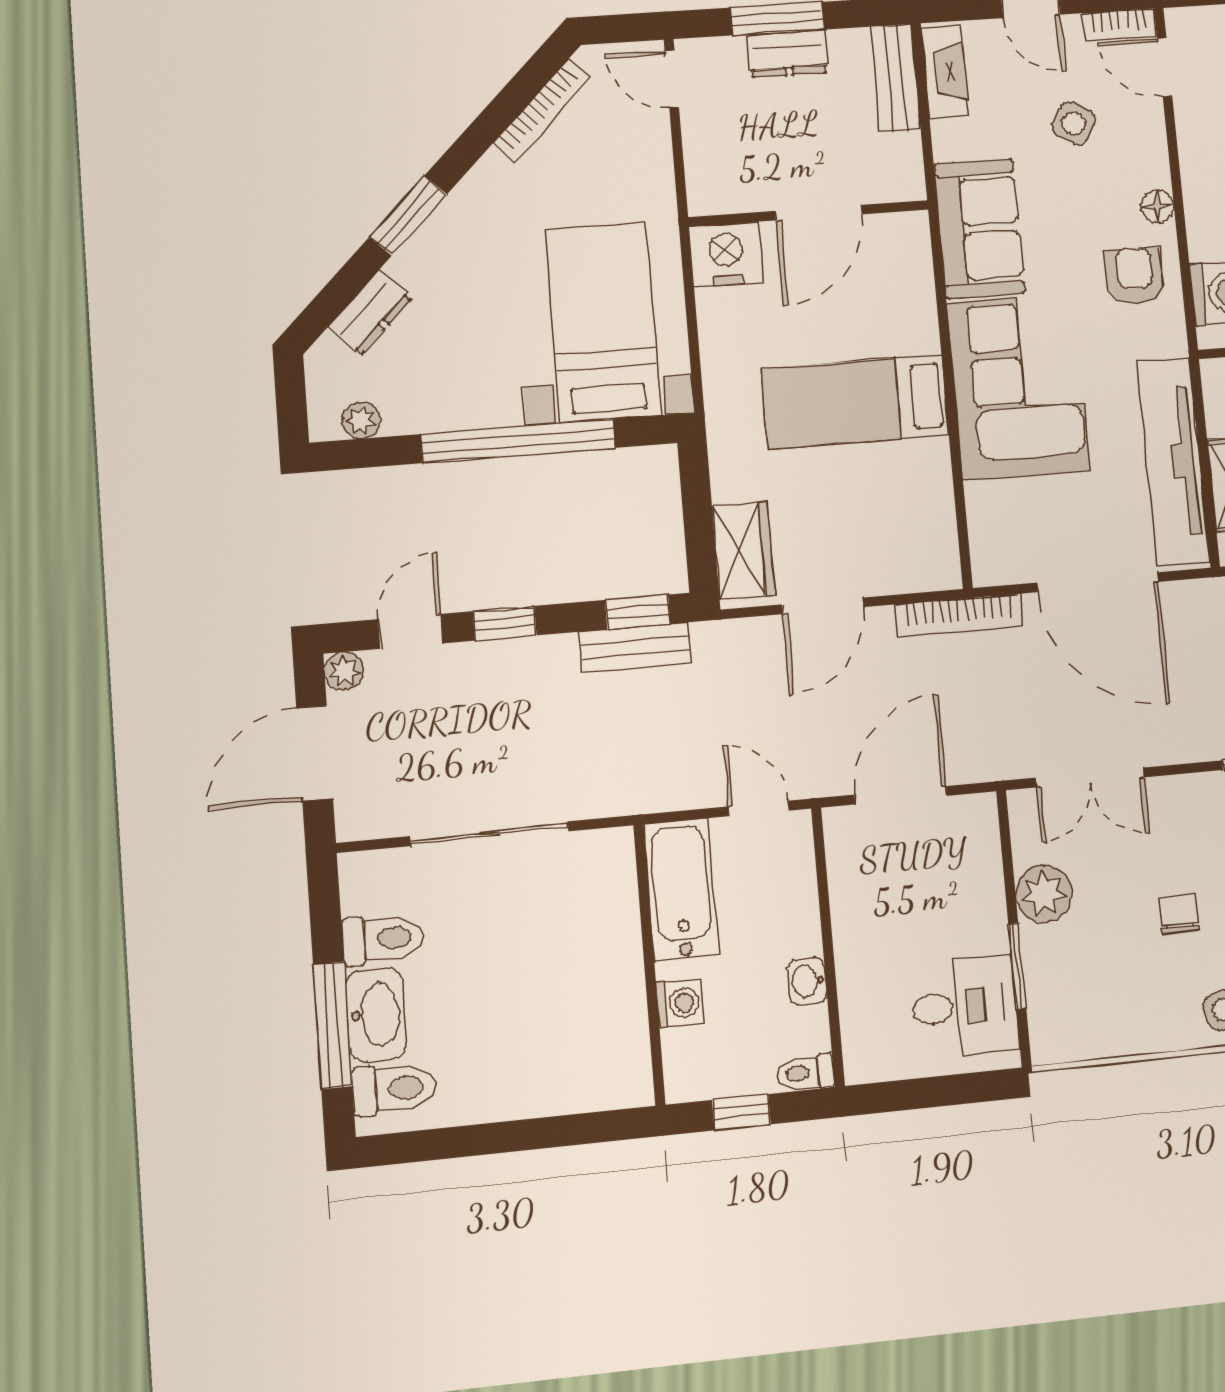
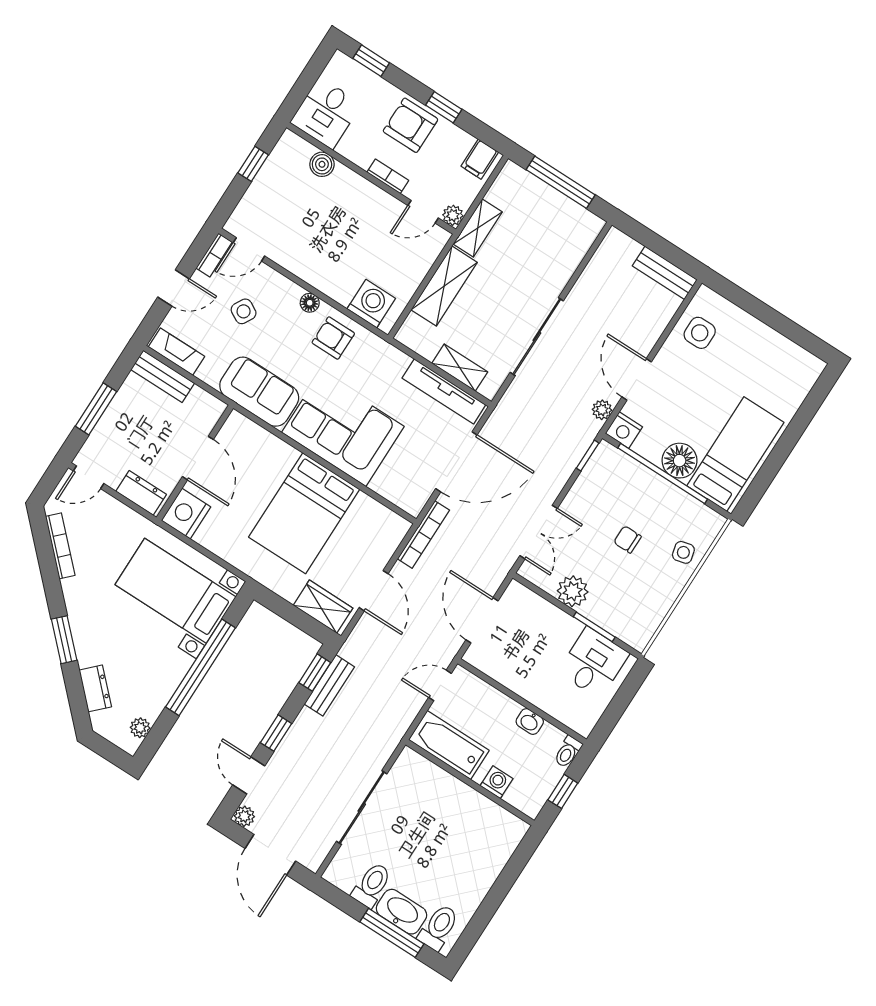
dresser: (788, 54) -> (141, 493), moved, turned -90
bed: (855, 402) -> (304, 513), width x1.50
tv unit: (1174, 461) -> (444, 391), width x0.73, depth x0.78

